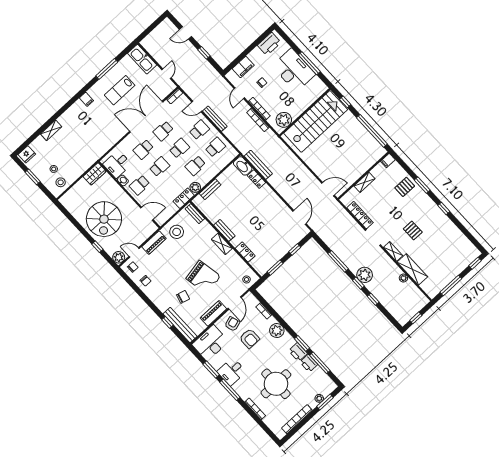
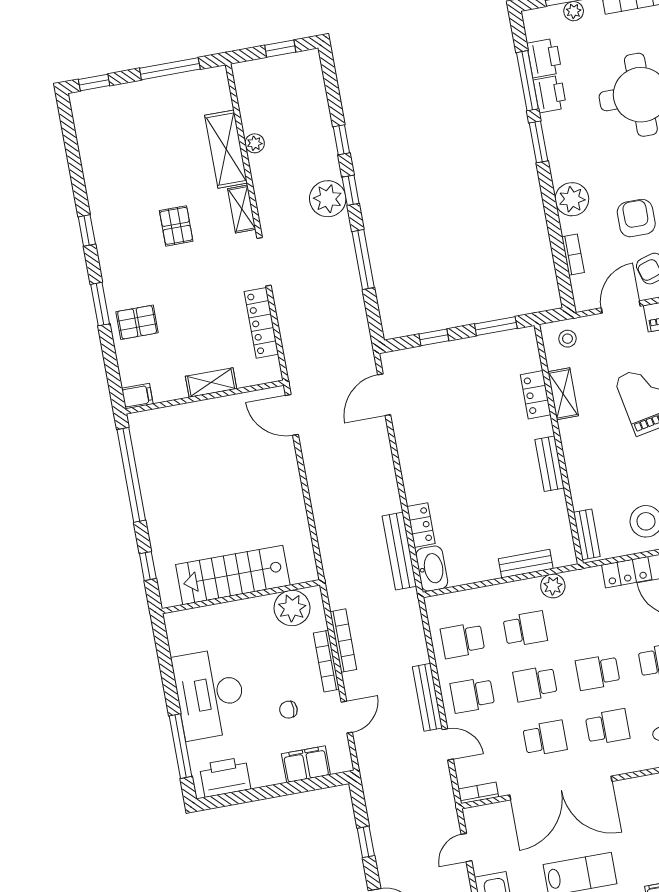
window: (309, 63) -> (181, 746), moved
stairs: (316, 121) -> (233, 575), width x0.73, depth x0.66
locker: (184, 198) -> (627, 572), moved
shelving: (222, 244) -> (563, 394), moved
printer: (298, 352) -> (544, 58), moved

